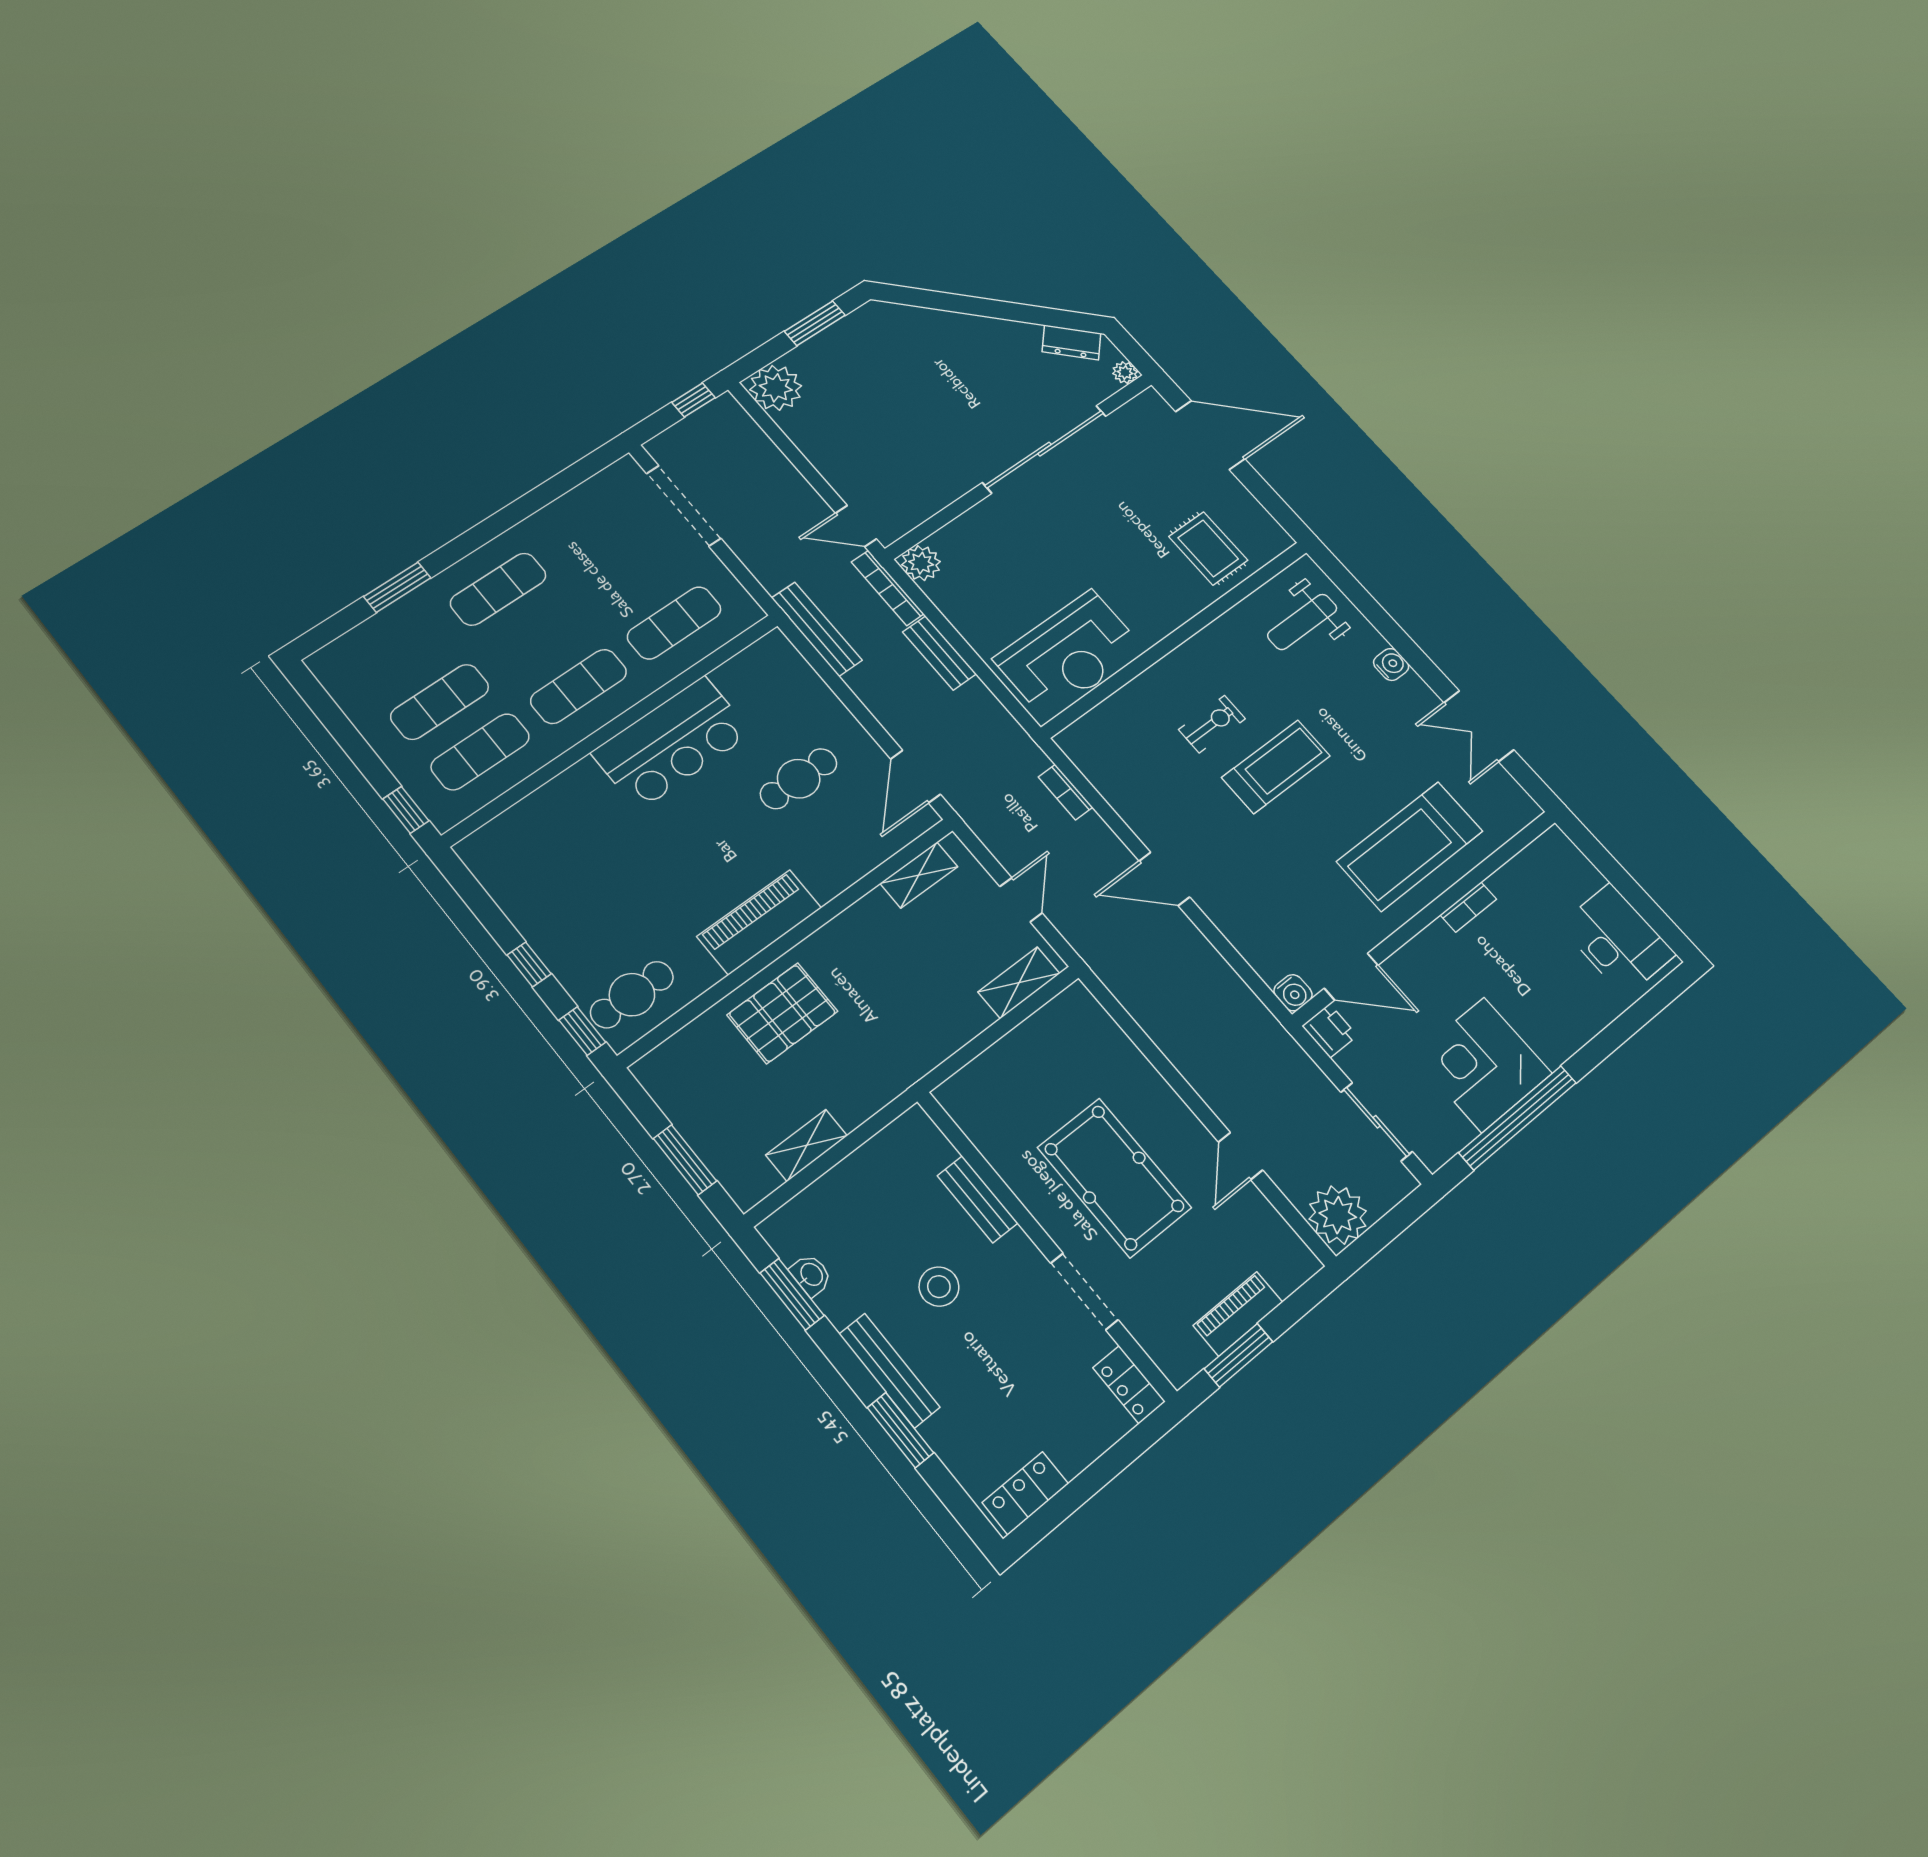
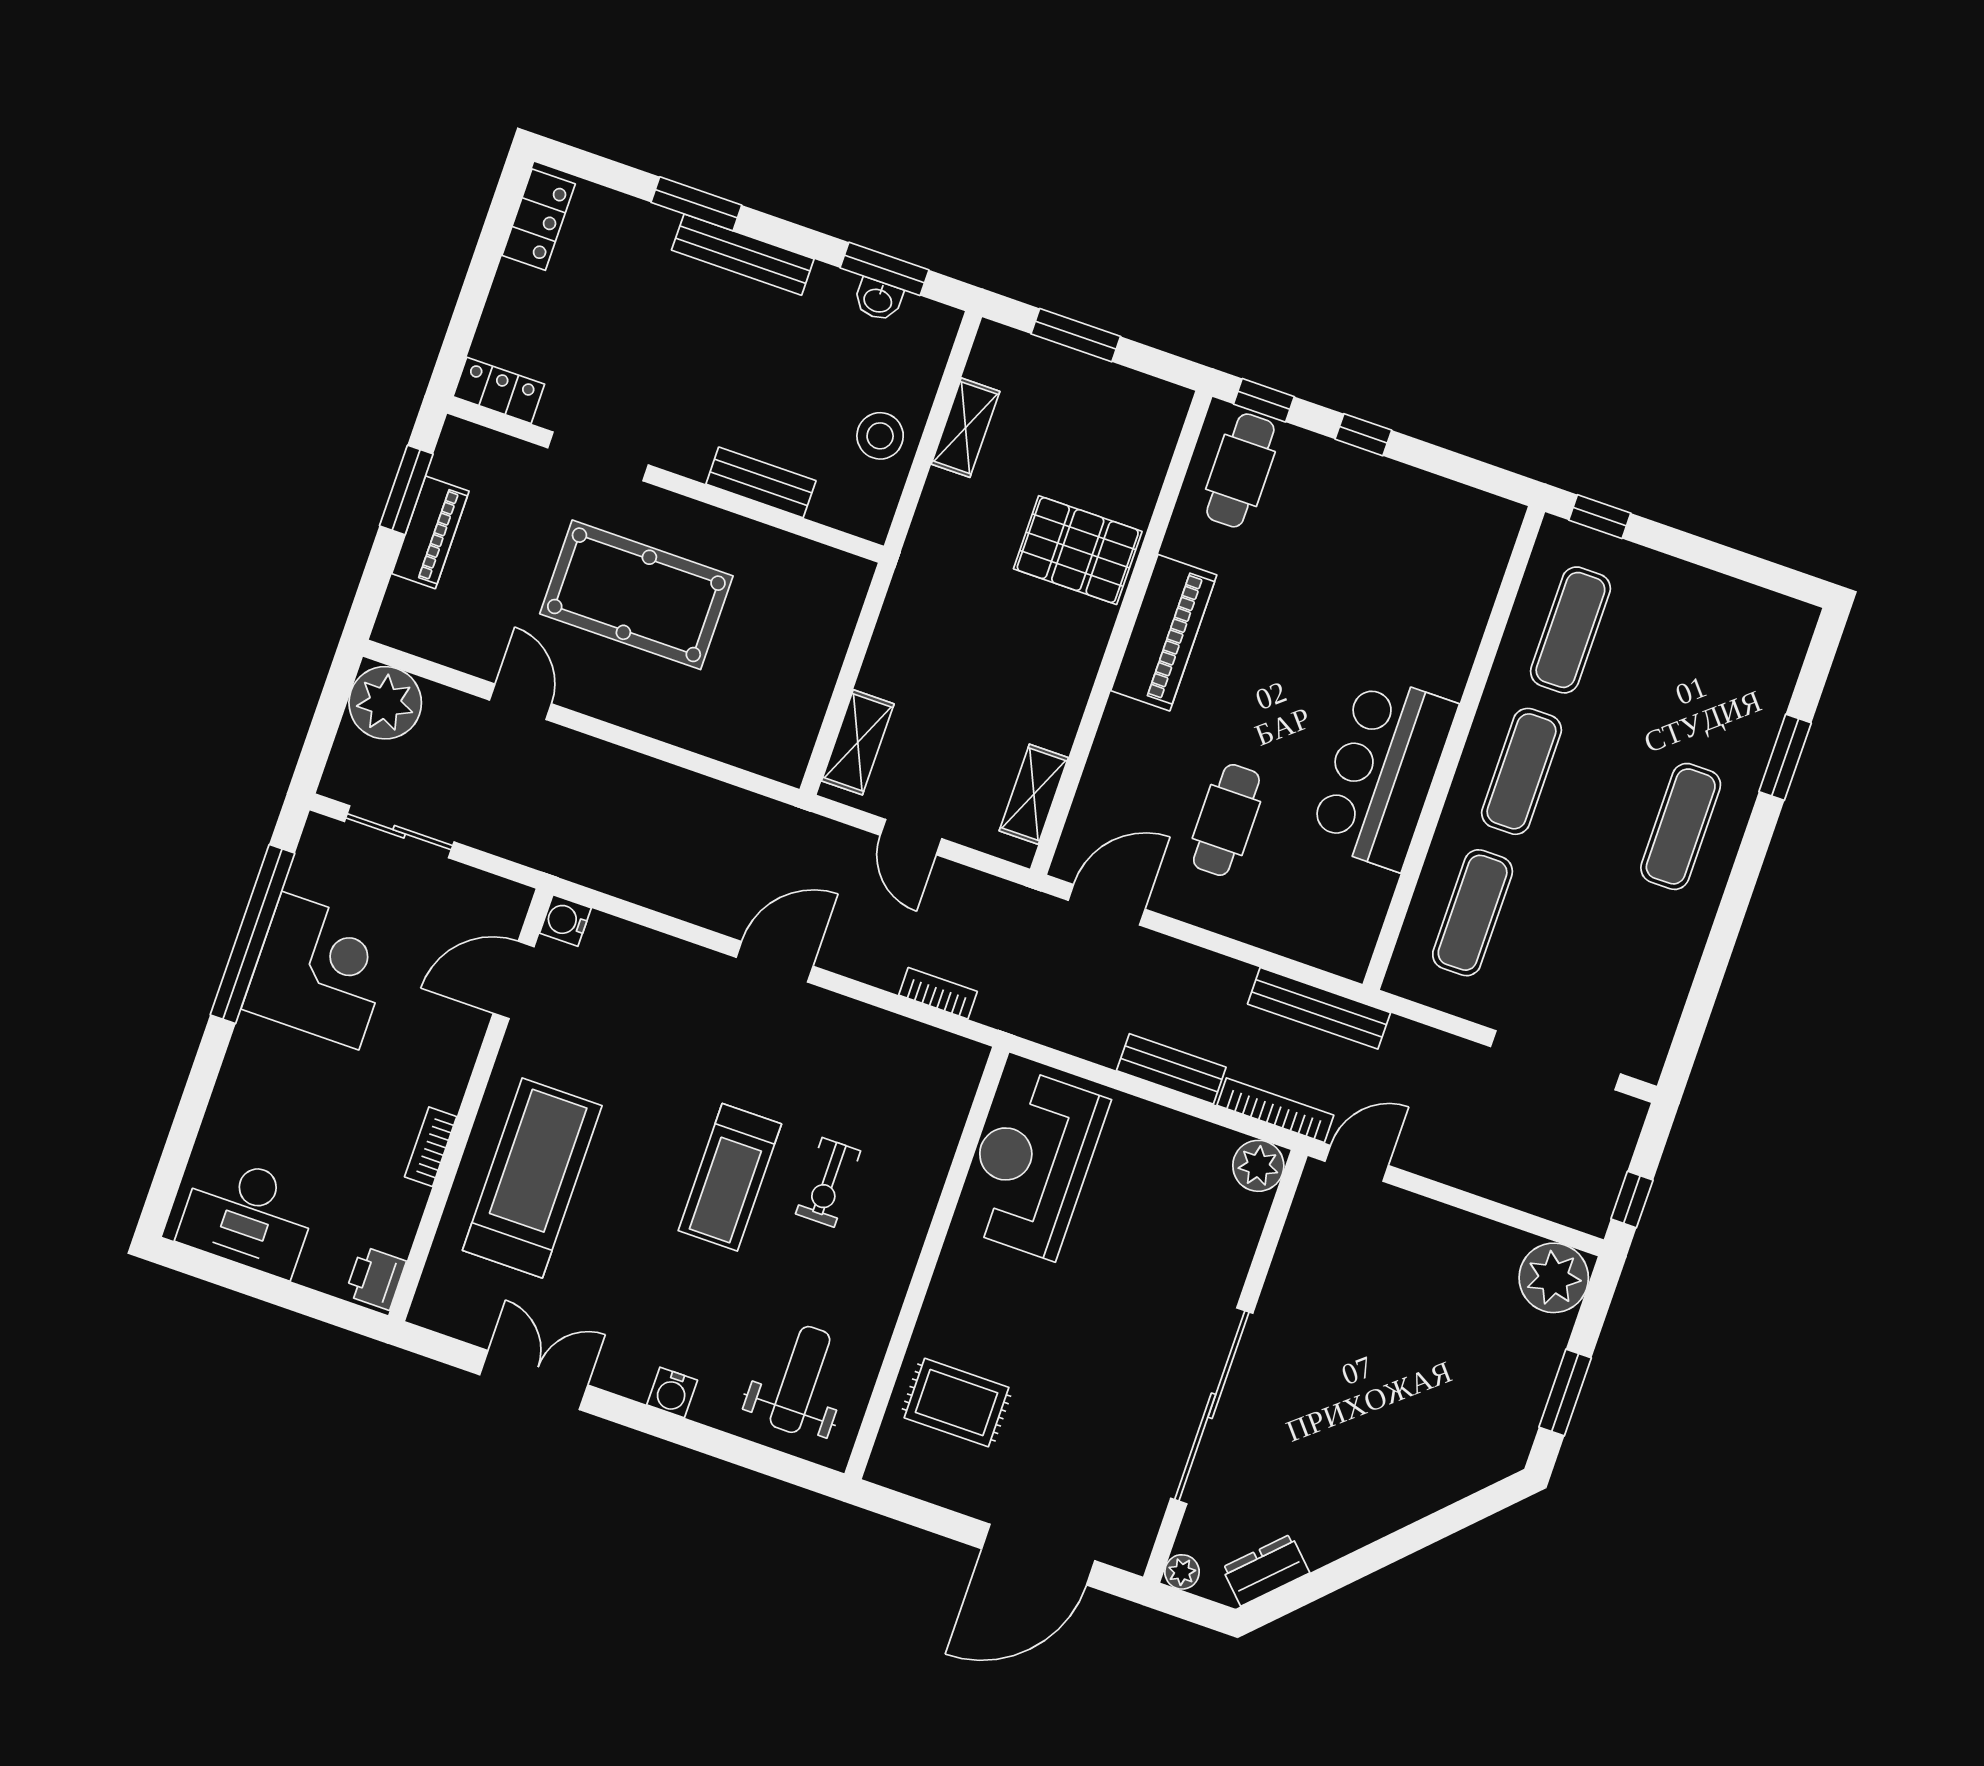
exercise mat: (440, 702) -> (1650, 658), removed
door: (915, 777) -> (1107, 905), hinge flipped
pallet: (782, 1013) -> (1078, 550), turned 90
printer: (1330, 1031) -> (376, 1278), moved, turned 90
stool: (939, 1287) -> (880, 436), moved

